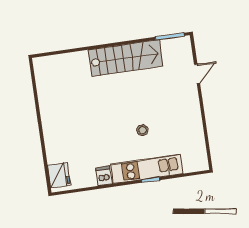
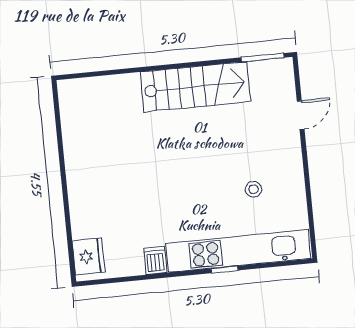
stool: (142, 130) -> (253, 189), moved
kitchen unit: (147, 169) -> (238, 251), width x1.36

